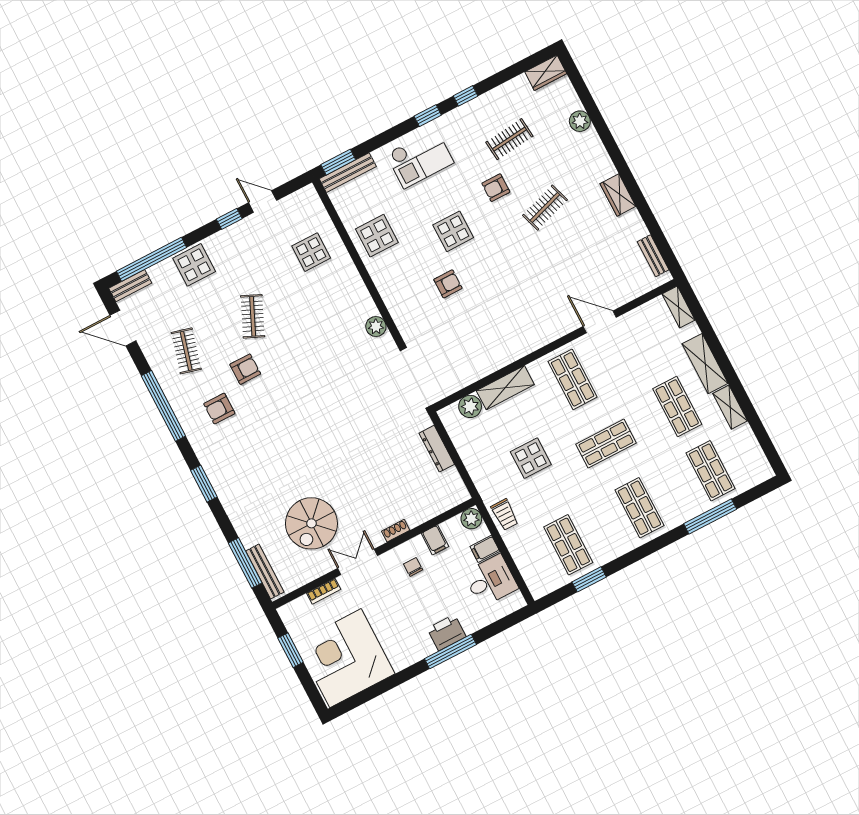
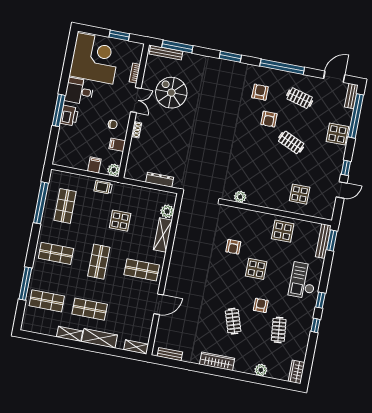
wardrobe: (618, 195) -> (217, 361), width x1.50
shop shelf: (568, 545) -> (65, 206), turned 90
window: (589, 579) -> (41, 203), width x2.11
desk: (491, 581) -> (79, 91), moved, turned 90

